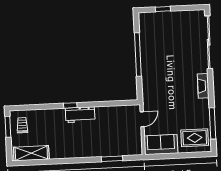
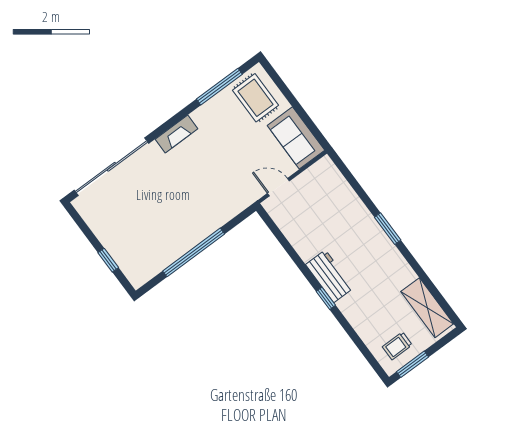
window: (112, 159) -> (388, 229), moved

